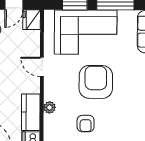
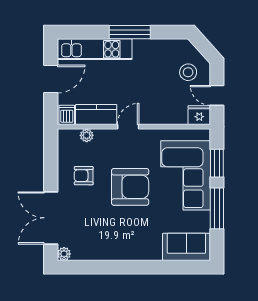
door: (42, 67) -> (128, 127), moved
plant: (50, 107) -> (87, 135), moved

